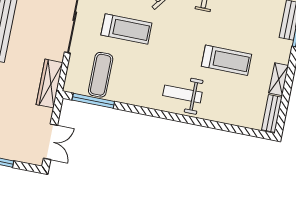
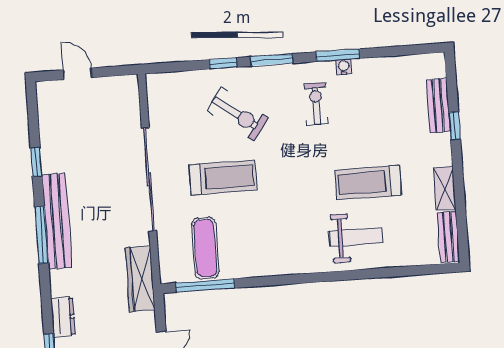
treadmill: (226, 60) -> (368, 182), turned 180
weight bench: (182, 94) -> (356, 237), moved, turned 180

